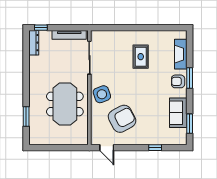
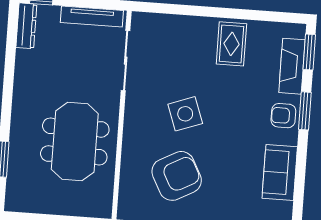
rug: (141, 57) -> (231, 44), moved
side table: (102, 94) -> (185, 114), moved
window: (190, 124) -> (309, 52), moved

